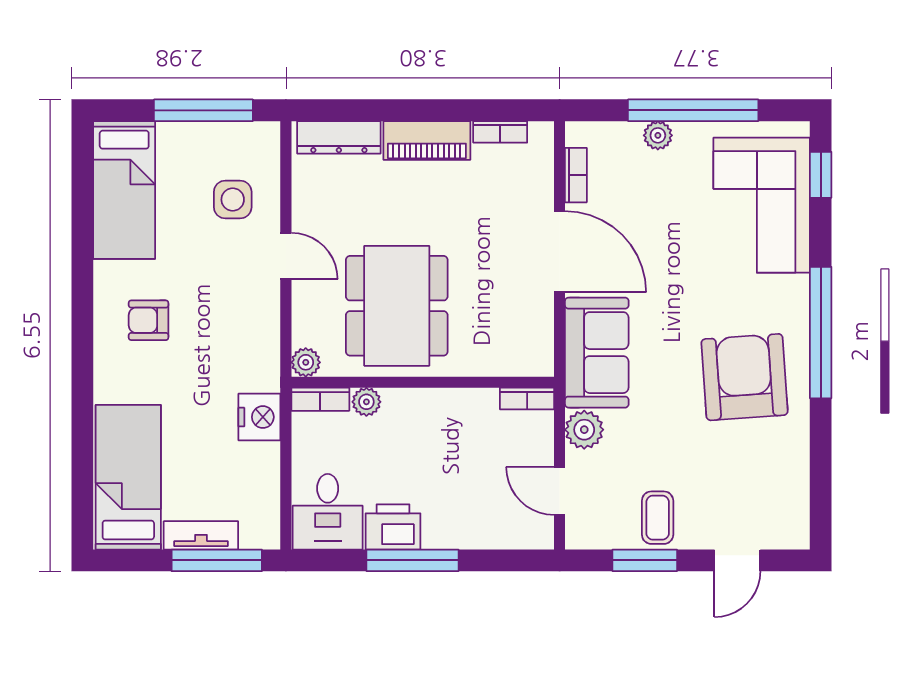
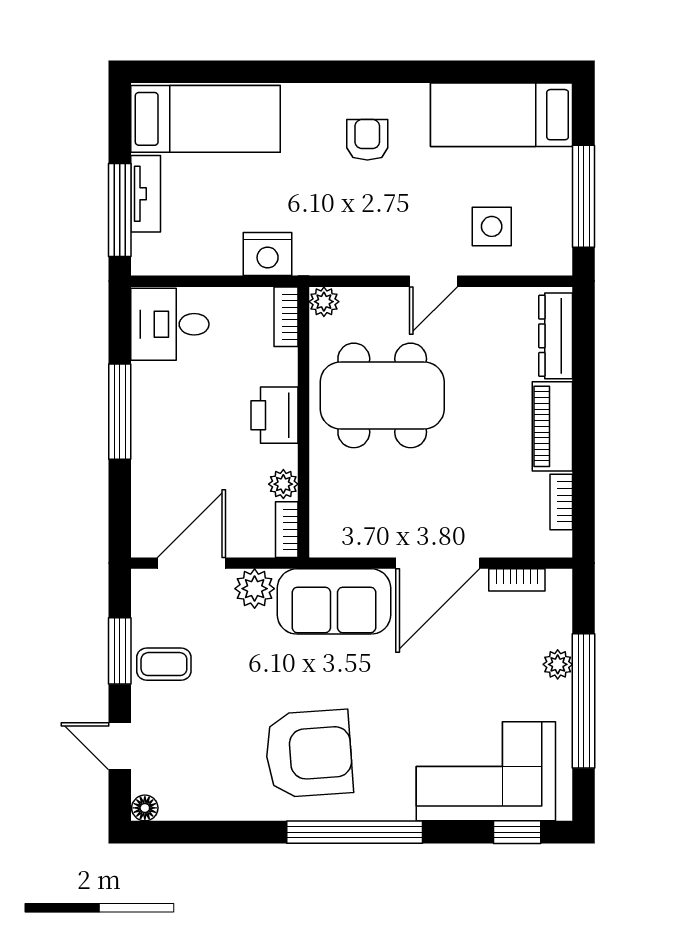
plant: (366, 402) -> (283, 484), moved
door: (560, 491) -> (191, 563), width x1.38
printer: (393, 527) -> (275, 415), moved, turned 180
floor lamp: (797, 536) -> (145, 808), added

